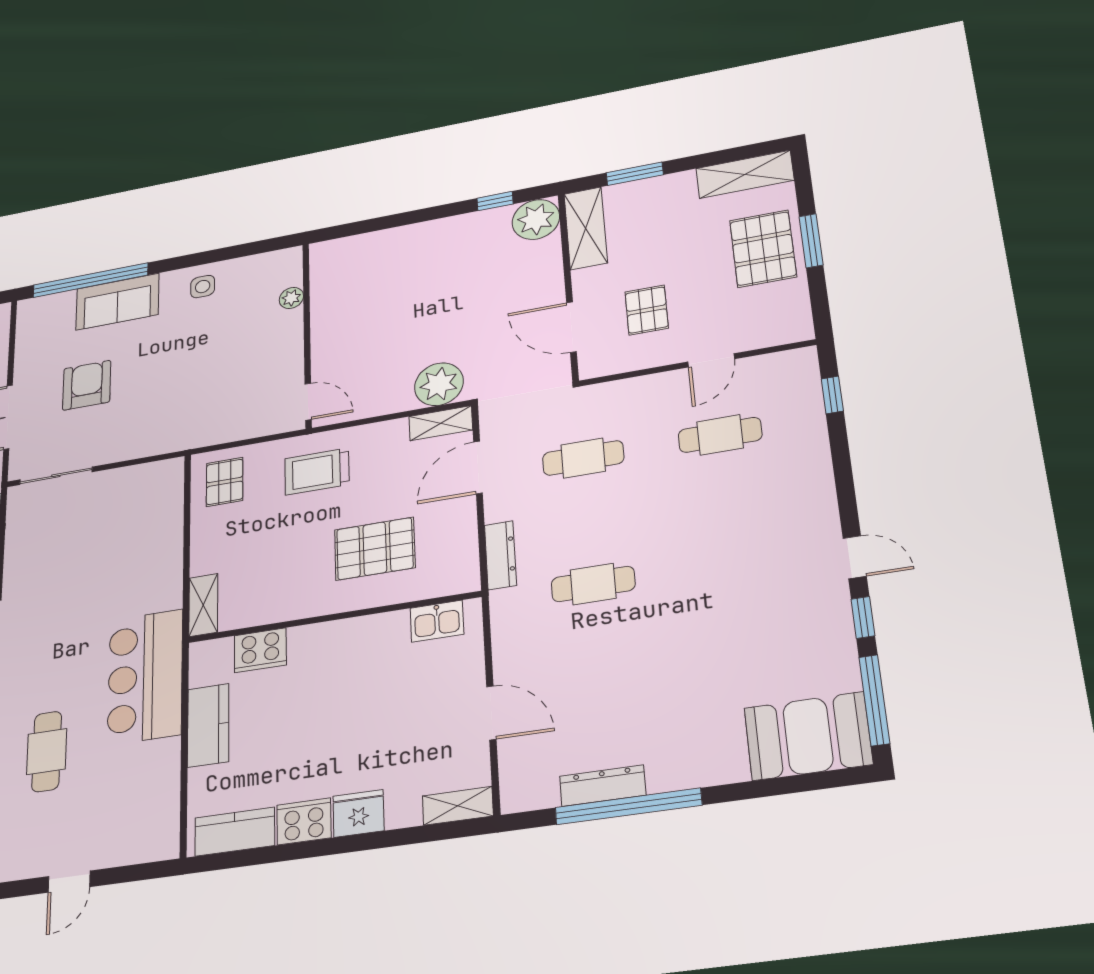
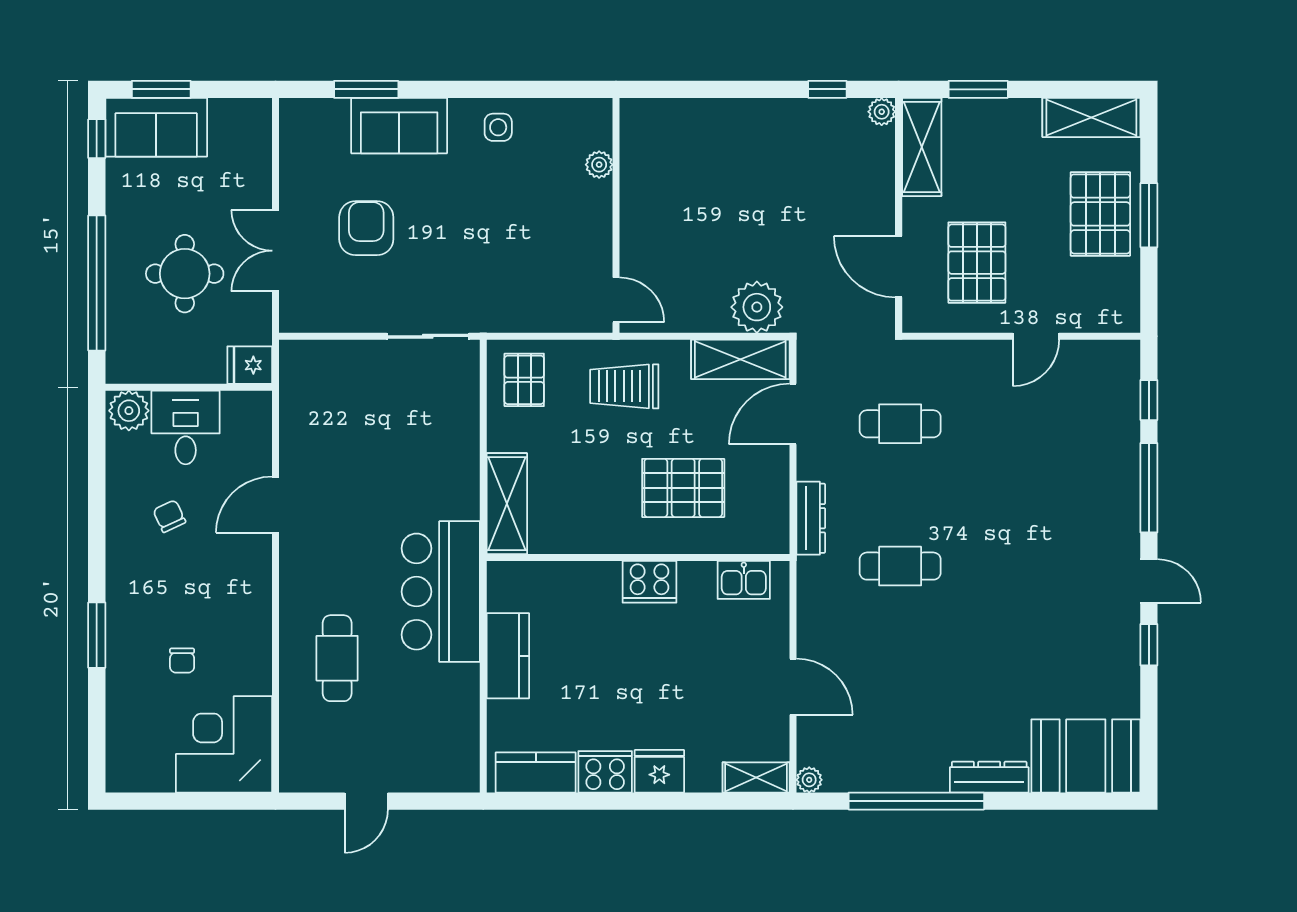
plant: (536, 219) -> (882, 112), width x0.53, depth x0.53
window: (90, 280) -> (366, 89), width x0.47
pallet: (647, 310) -> (977, 263), width x1.50, depth x1.42
shelving: (441, 423) -> (740, 359), width x1.50, depth x1.33
cafe table: (720, 435) -> (1037, 424), removed
sliding door: (56, 476) -> (428, 336), moved
shelving: (203, 605) -> (507, 504), width x1.50, depth x1.33
cooker: (260, 650) -> (649, 582), moved
window: (874, 700) -> (1149, 488), moved
dresser: (603, 786) -> (989, 777), moved
plant: (513, 801) -> (809, 780), added

